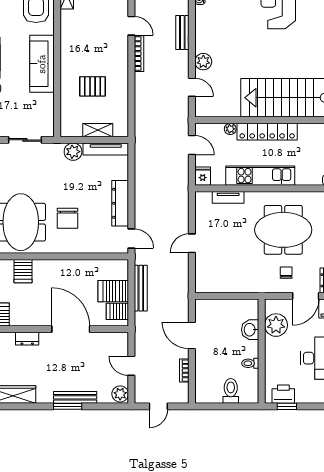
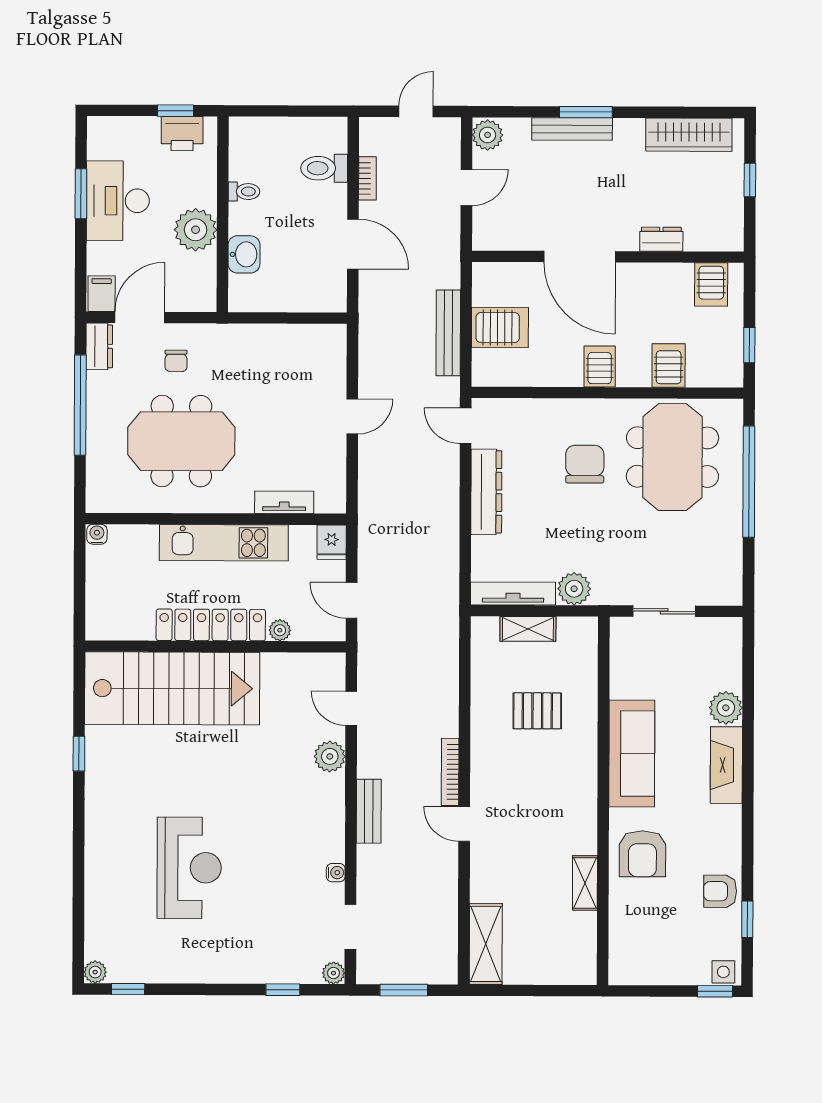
server rack: (117, 311) -> (600, 366), moved, turned -90
plant: (276, 325) -> (196, 230), moved
door: (131, 366) -> (466, 188), hinge flipped
toilet: (231, 391) -> (324, 168), moved, turned 90

